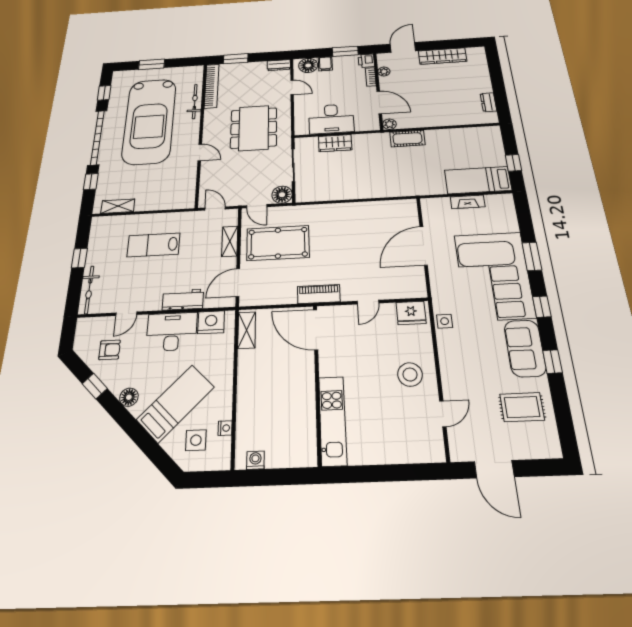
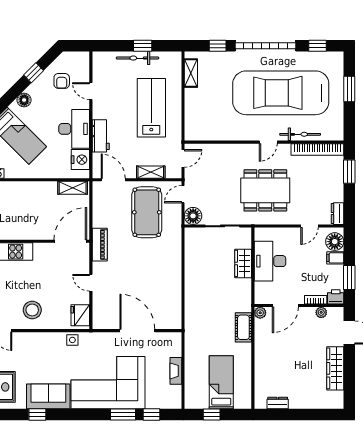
door: (200, 152) -> (268, 142), moved
bed: (478, 180) -> (221, 382), moved
lab bench: (153, 245) -> (151, 108), width x1.36, depth x1.39
bicycle: (89, 290) -> (137, 58), moved
window: (542, 307) -> (151, 414), moved

